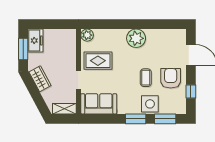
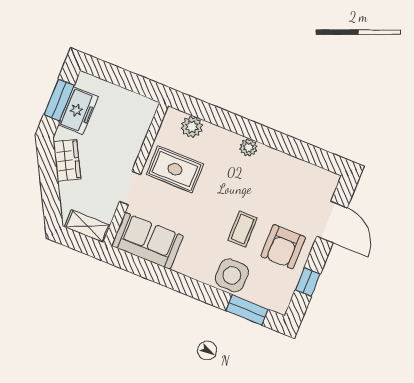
plant: (87, 35) -> (192, 127), moved
plant: (136, 38) -> (248, 147), width x0.53, depth x0.53
freezer: (35, 41) -> (78, 111), moved
armchair: (171, 78) -> (283, 247), turned 180
window: (136, 119) -> (198, 290), removed

